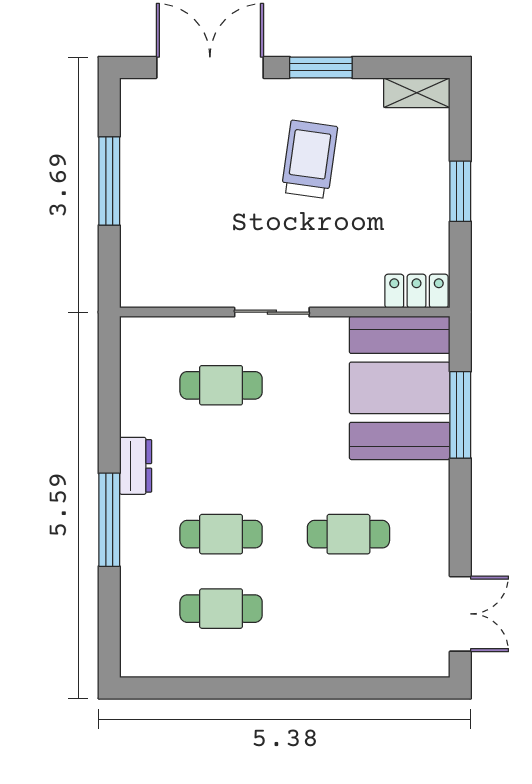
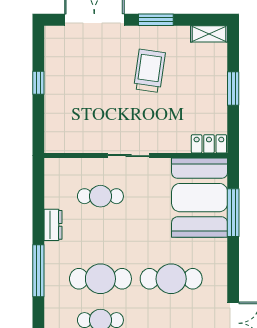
window: (109, 181) -> (38, 83), width x0.46
dresser: (136, 466) -> (53, 225), moved
cafe table: (221, 534) -> (100, 279), width x1.37, depth x1.35
cafe table: (348, 534) -> (171, 279), width x1.37, depth x1.35

